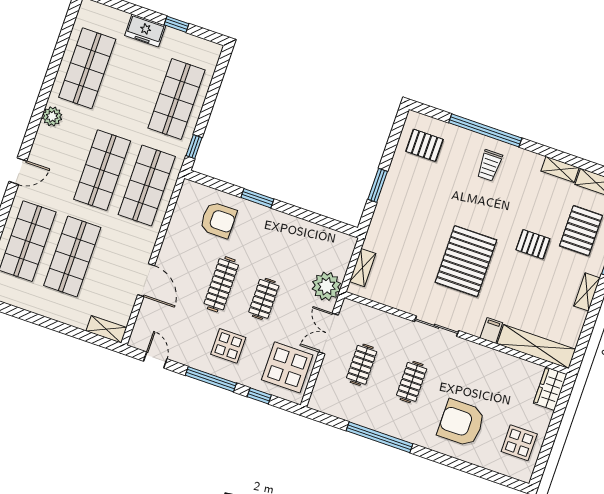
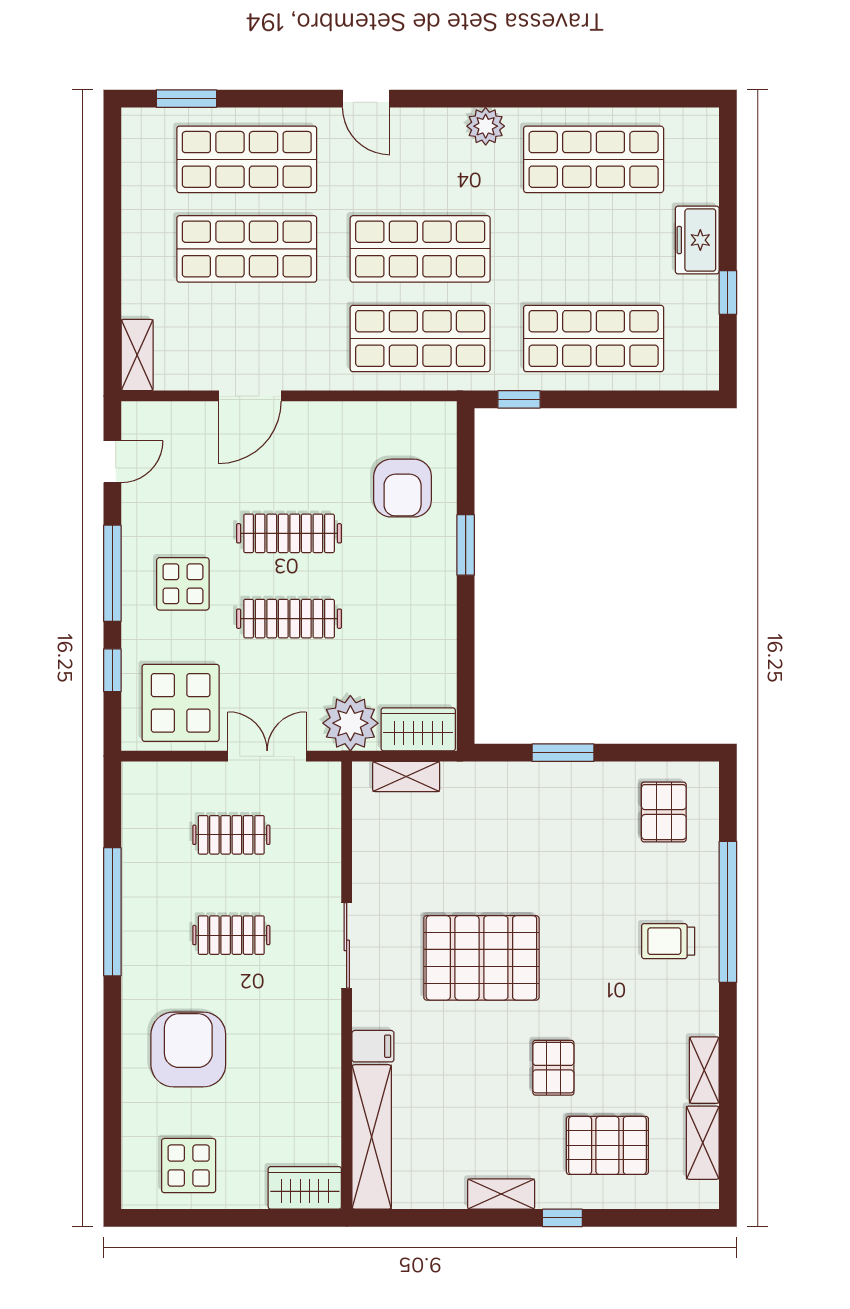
wardrobe: (341, 254) -> (418, 729), added
clothes rail: (264, 299) -> (289, 619), width x1.36

